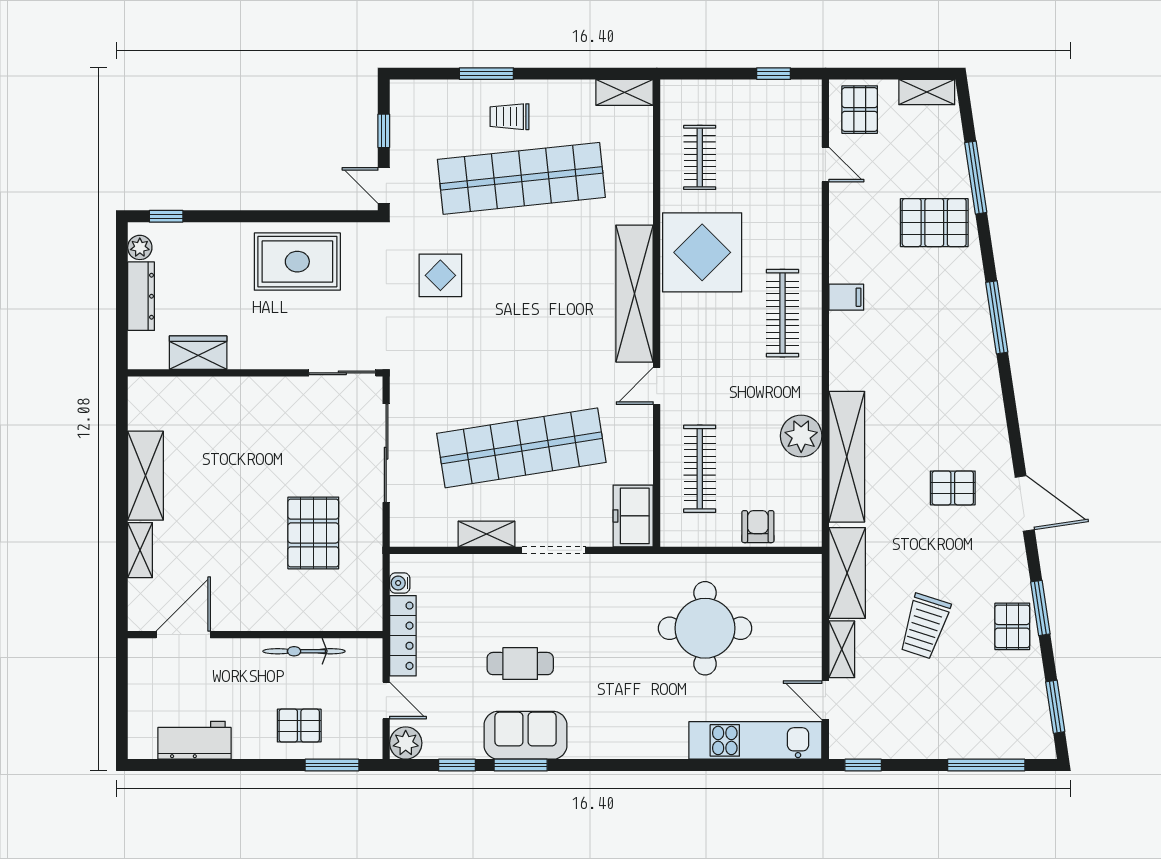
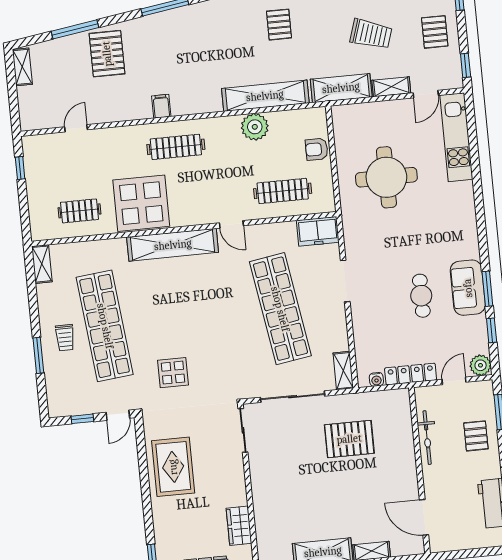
pallet: (860, 110) -> (435, 32), moved, turned 90
shelving: (487, 534) -> (343, 371), moved

